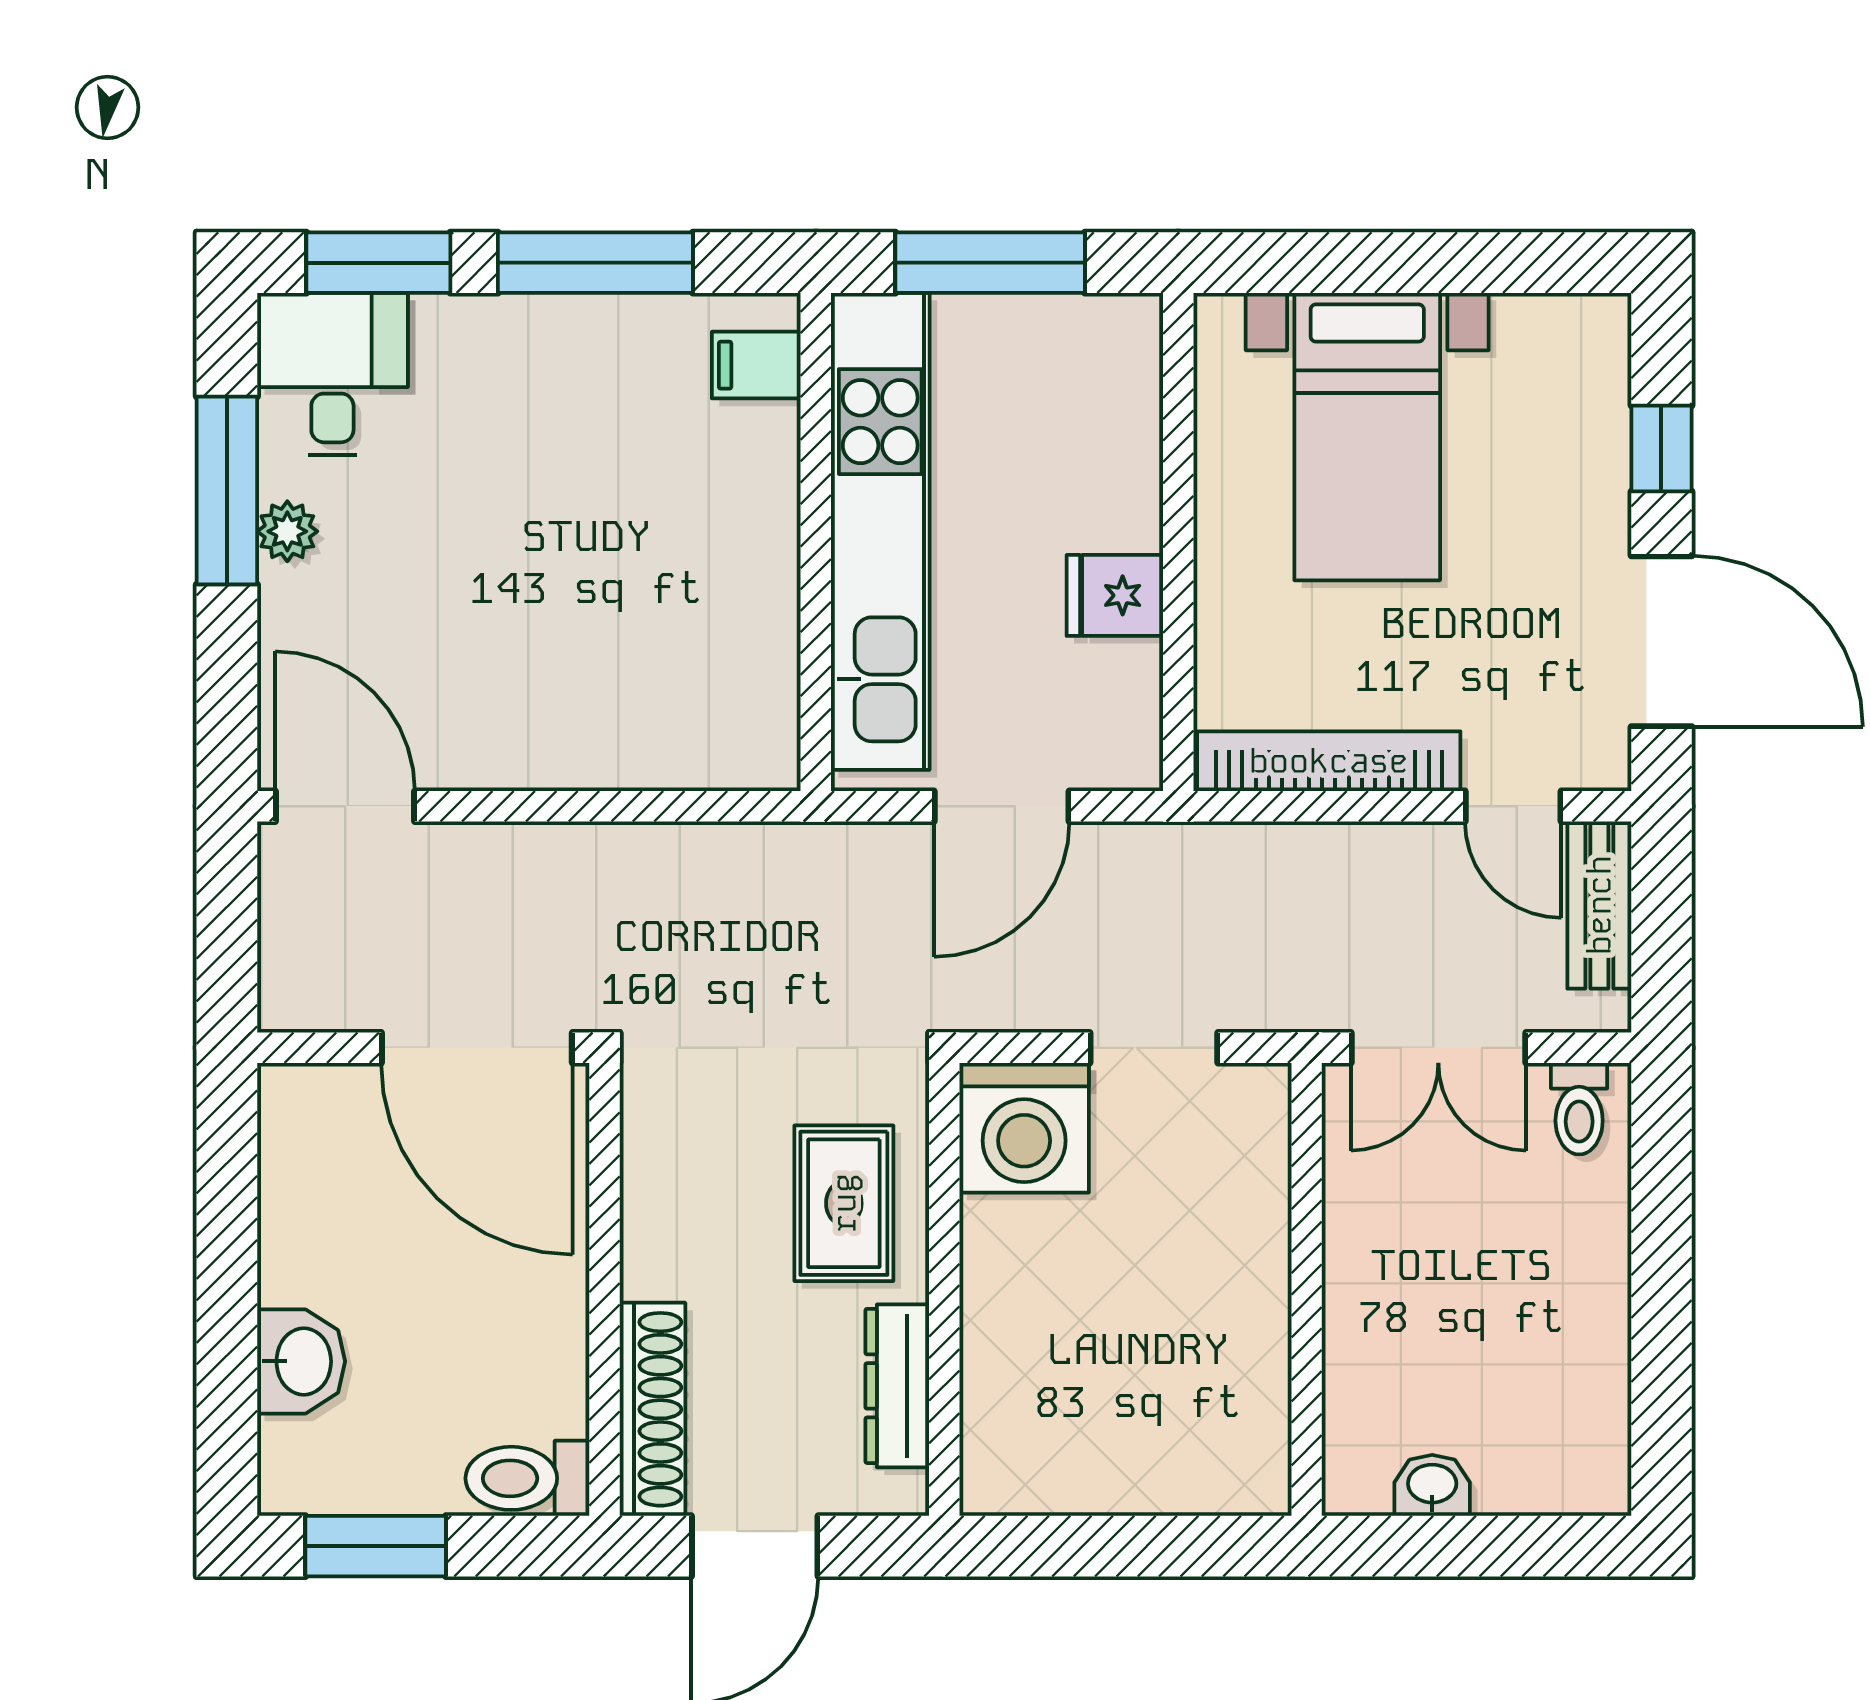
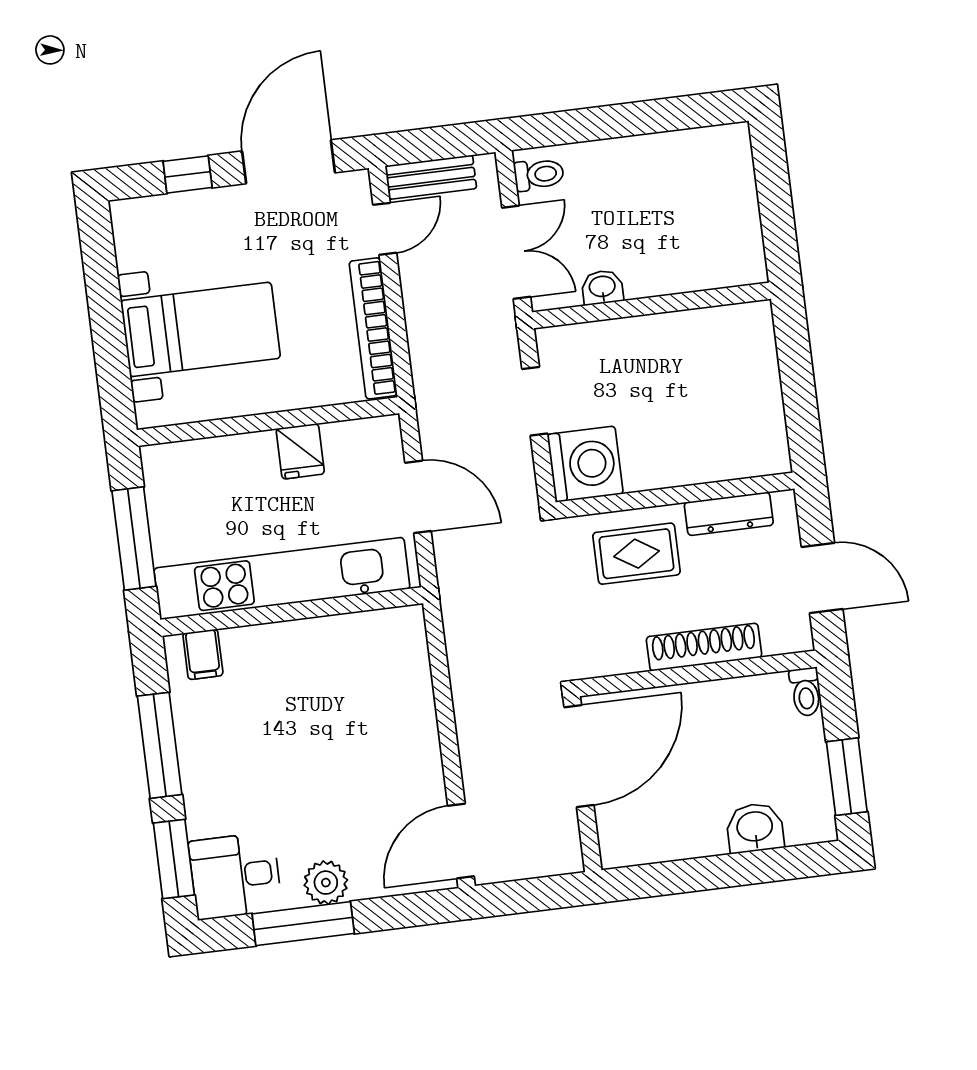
plant: (287, 531) -> (326, 883), width x1.38, depth x1.38
shoe rack: (652, 1409) -> (704, 647), moved
toilet: (527, 1478) -> (806, 692), width x0.73, depth x0.72
washbasin: (1432, 1485) -> (602, 287), moved, turned 90

